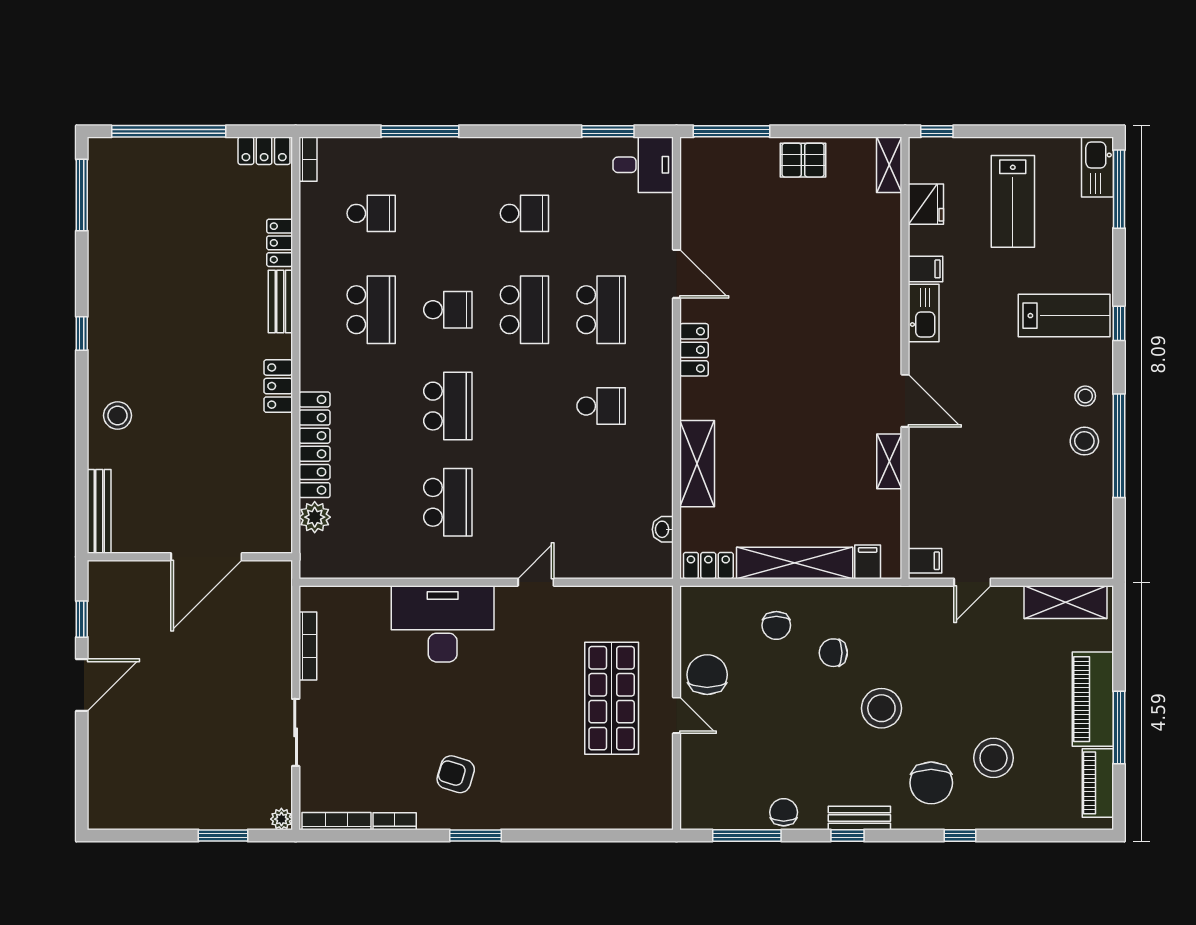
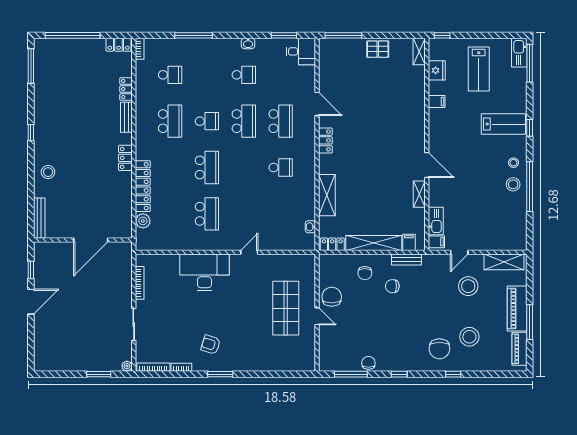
washbasin: (533, 148) -> (248, 43), added
kitchen sink: (924, 313) -> (436, 221), moved
stool: (881, 708) -> (468, 286), moved
bench: (859, 818) -> (407, 260), moved

